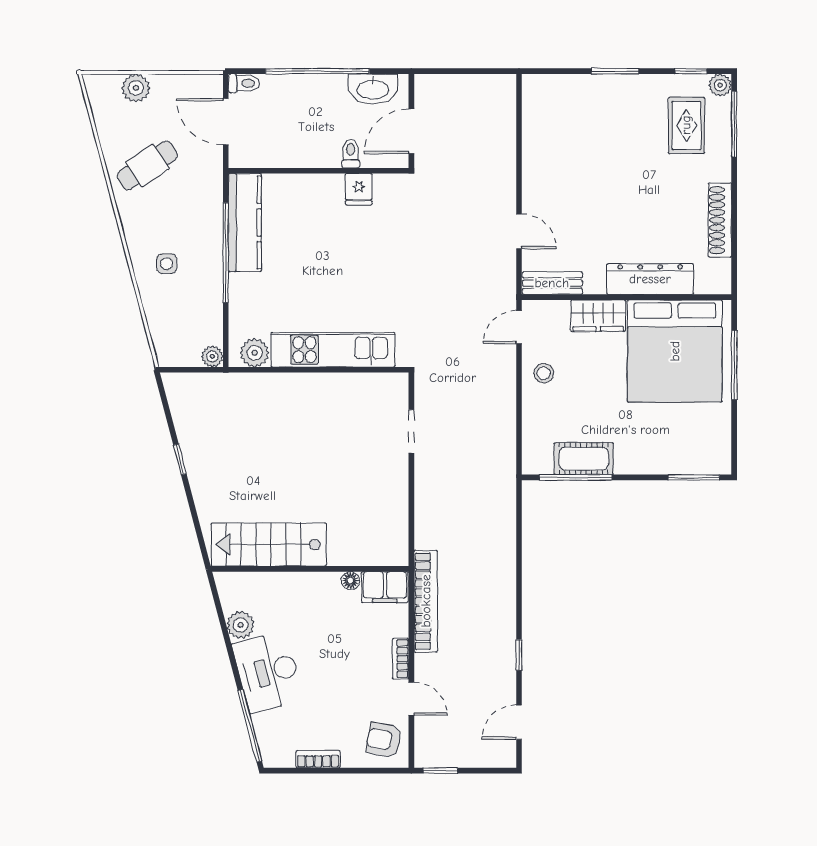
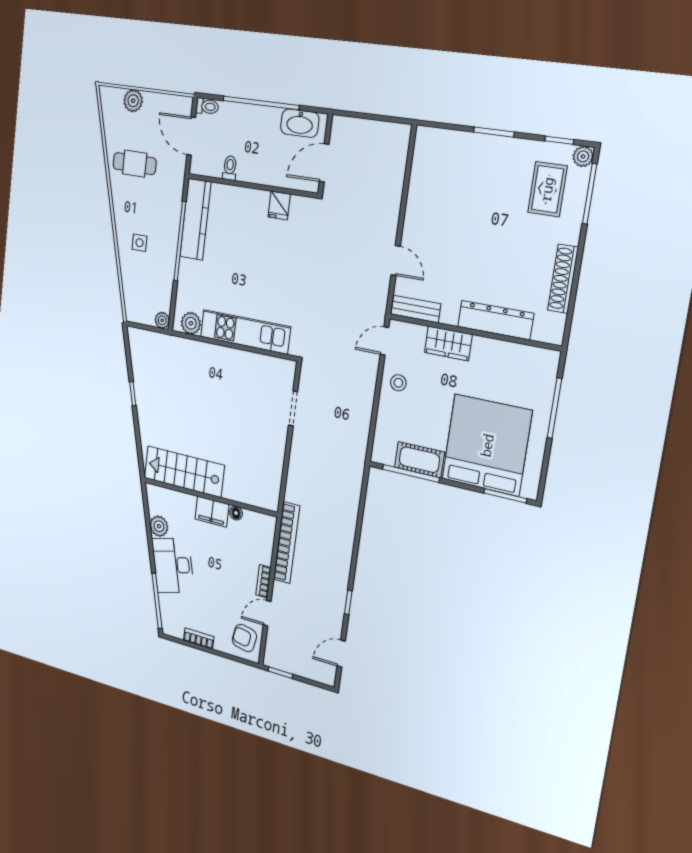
toilet: (351, 153) -> (230, 168), moved
cafe table: (147, 166) -> (135, 164), turned 34
bed: (675, 351) -> (487, 445), moved, turned 180
filing cabinet: (385, 587) -> (212, 512), moved
door: (411, 699) -> (267, 613), swing flipped

